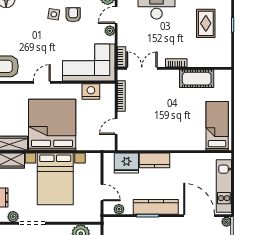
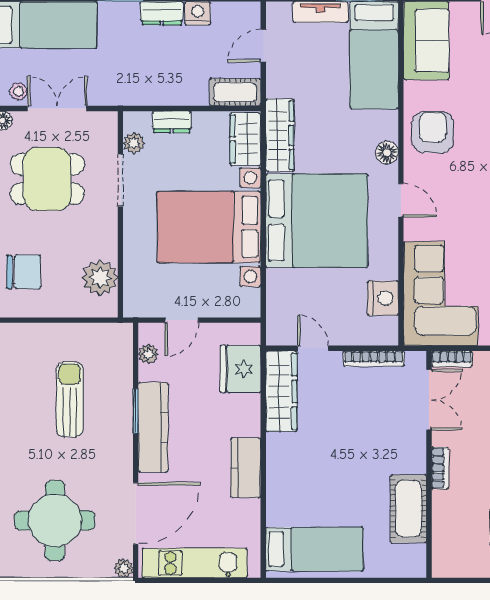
floor lamp: (18, 89) -> (387, 153), added
wardrobe: (138, 142) -> (281, 391), added
kitchen counter: (155, 160) -> (246, 468), moved

